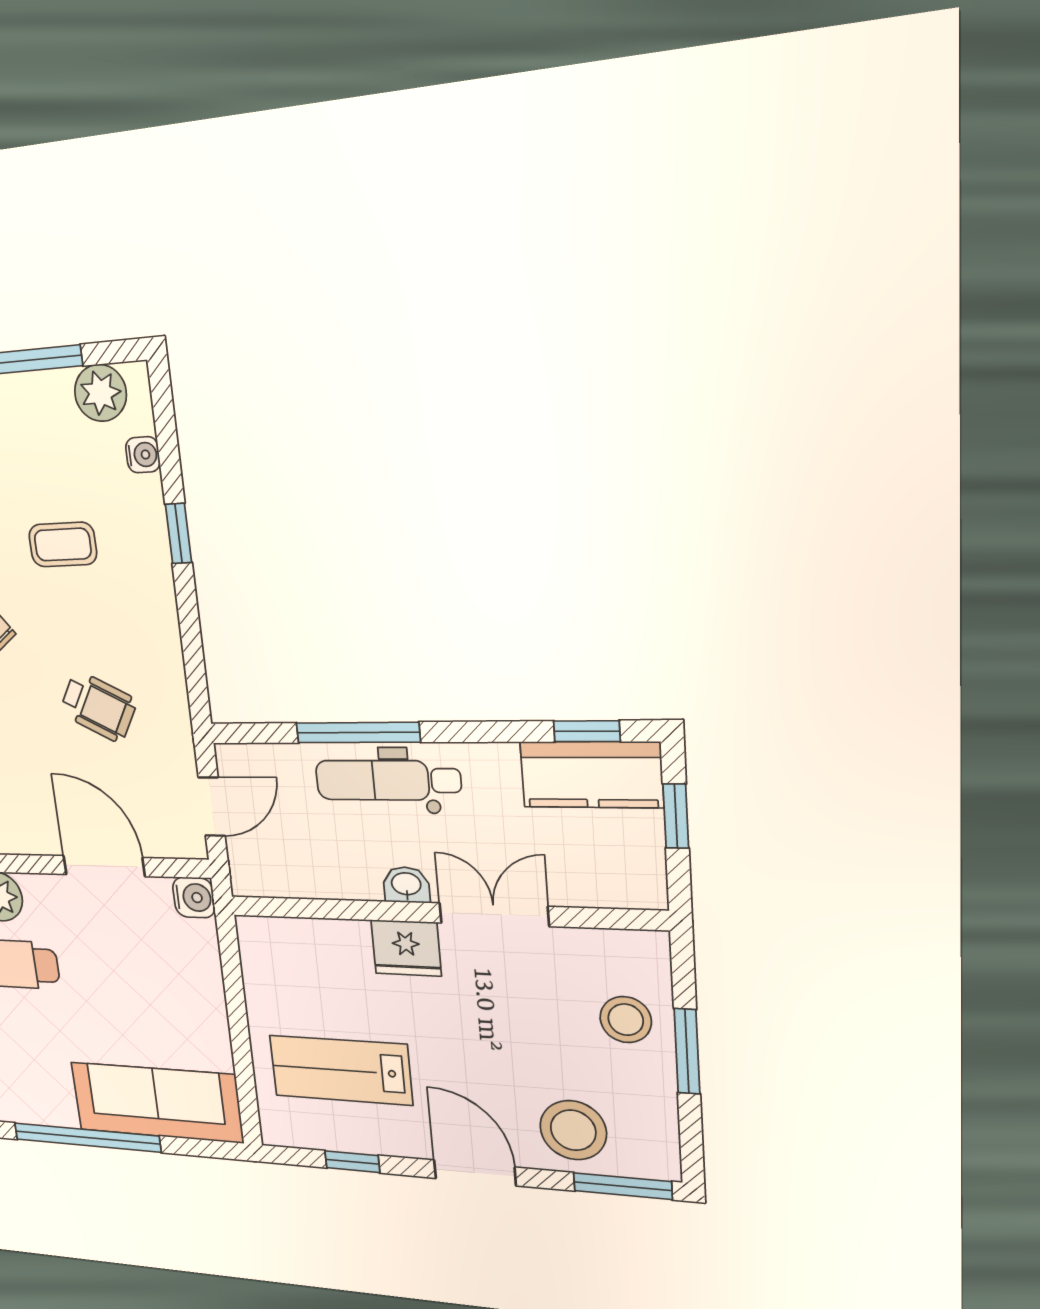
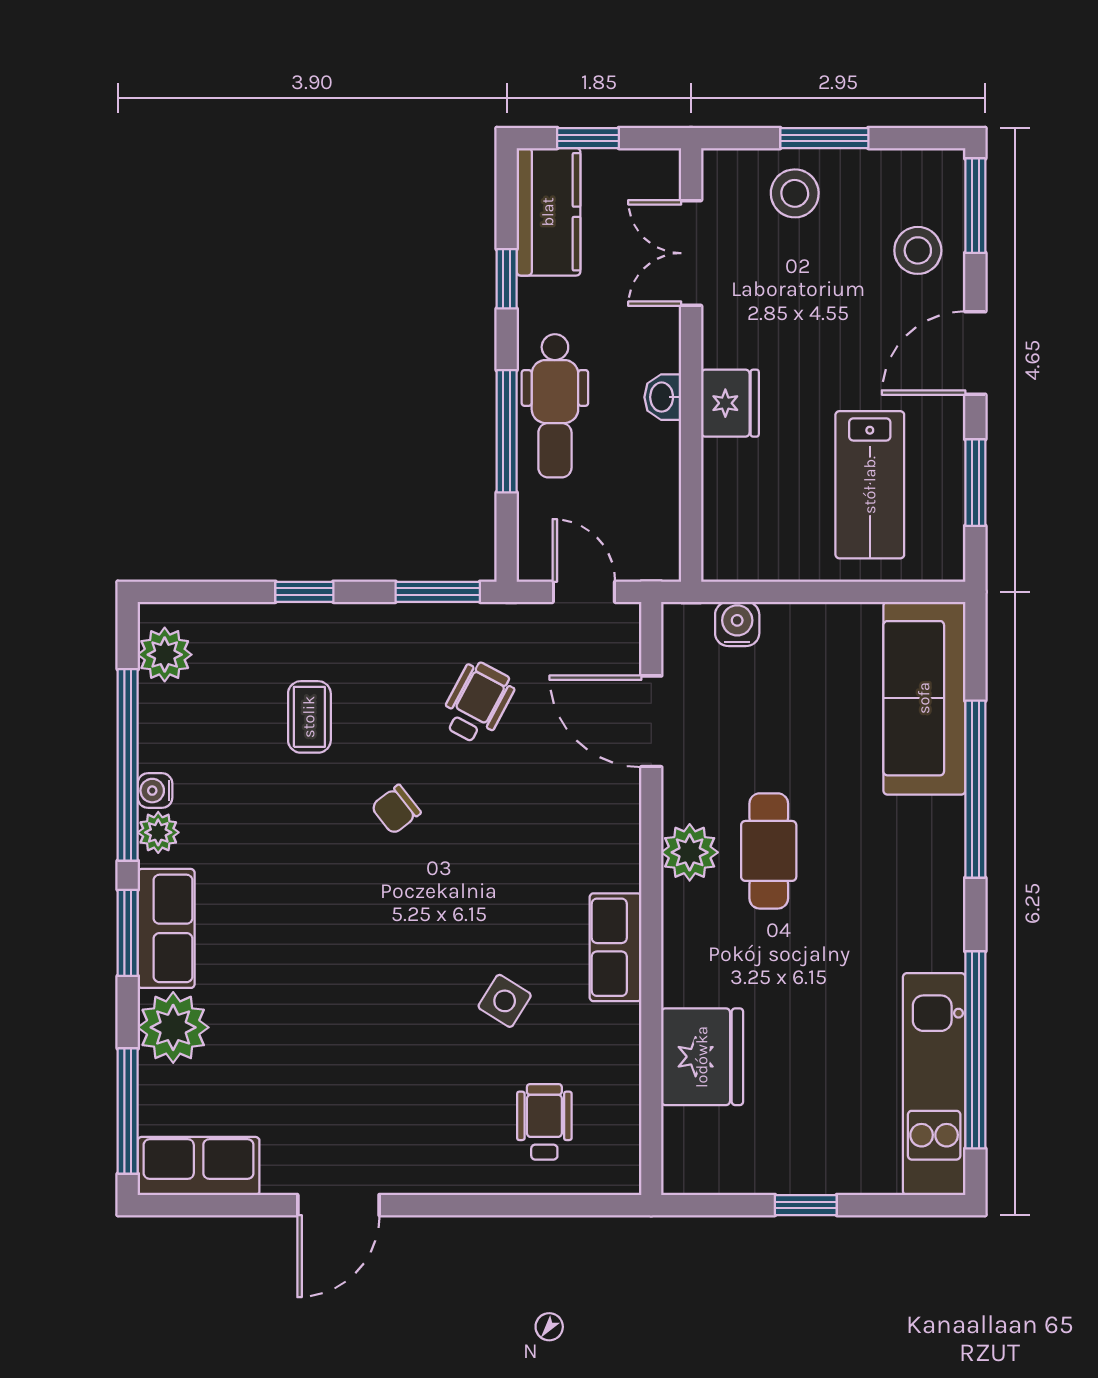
water cooler: (143, 455) -> (226, 619), removed
window: (195, 667) -> (438, 592), added
window: (587, 731) -> (507, 279), moved
door: (104, 866) -> (651, 721), hinge flipped
water cooler: (194, 897) -> (737, 624), moved
double door: (494, 915) -> (691, 253), moved
stool: (573, 1130) -> (918, 250), width x0.73, depth x0.73
window: (352, 1162) -> (975, 483), width x1.50

